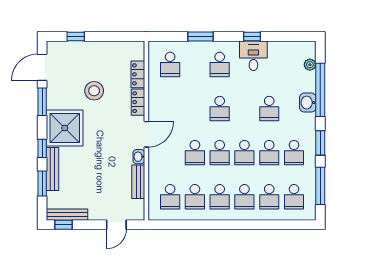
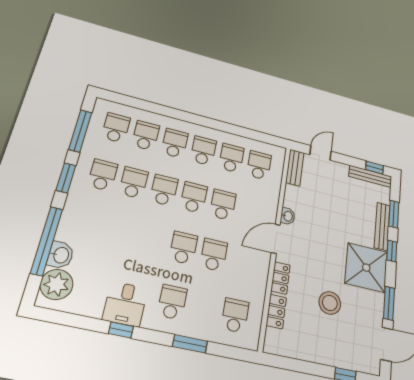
plant: (310, 65) -> (57, 284), width x1.88, depth x1.88
washbasin: (308, 103) -> (61, 255), moved
school desk: (269, 109) -> (214, 255), moved
bench: (138, 182) -> (295, 168), moved

